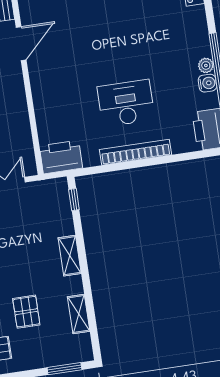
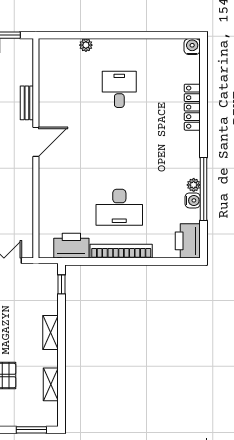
desk: (126, 103) -> (119, 207), turned 180
printer: (61, 157) -> (71, 246), moved

